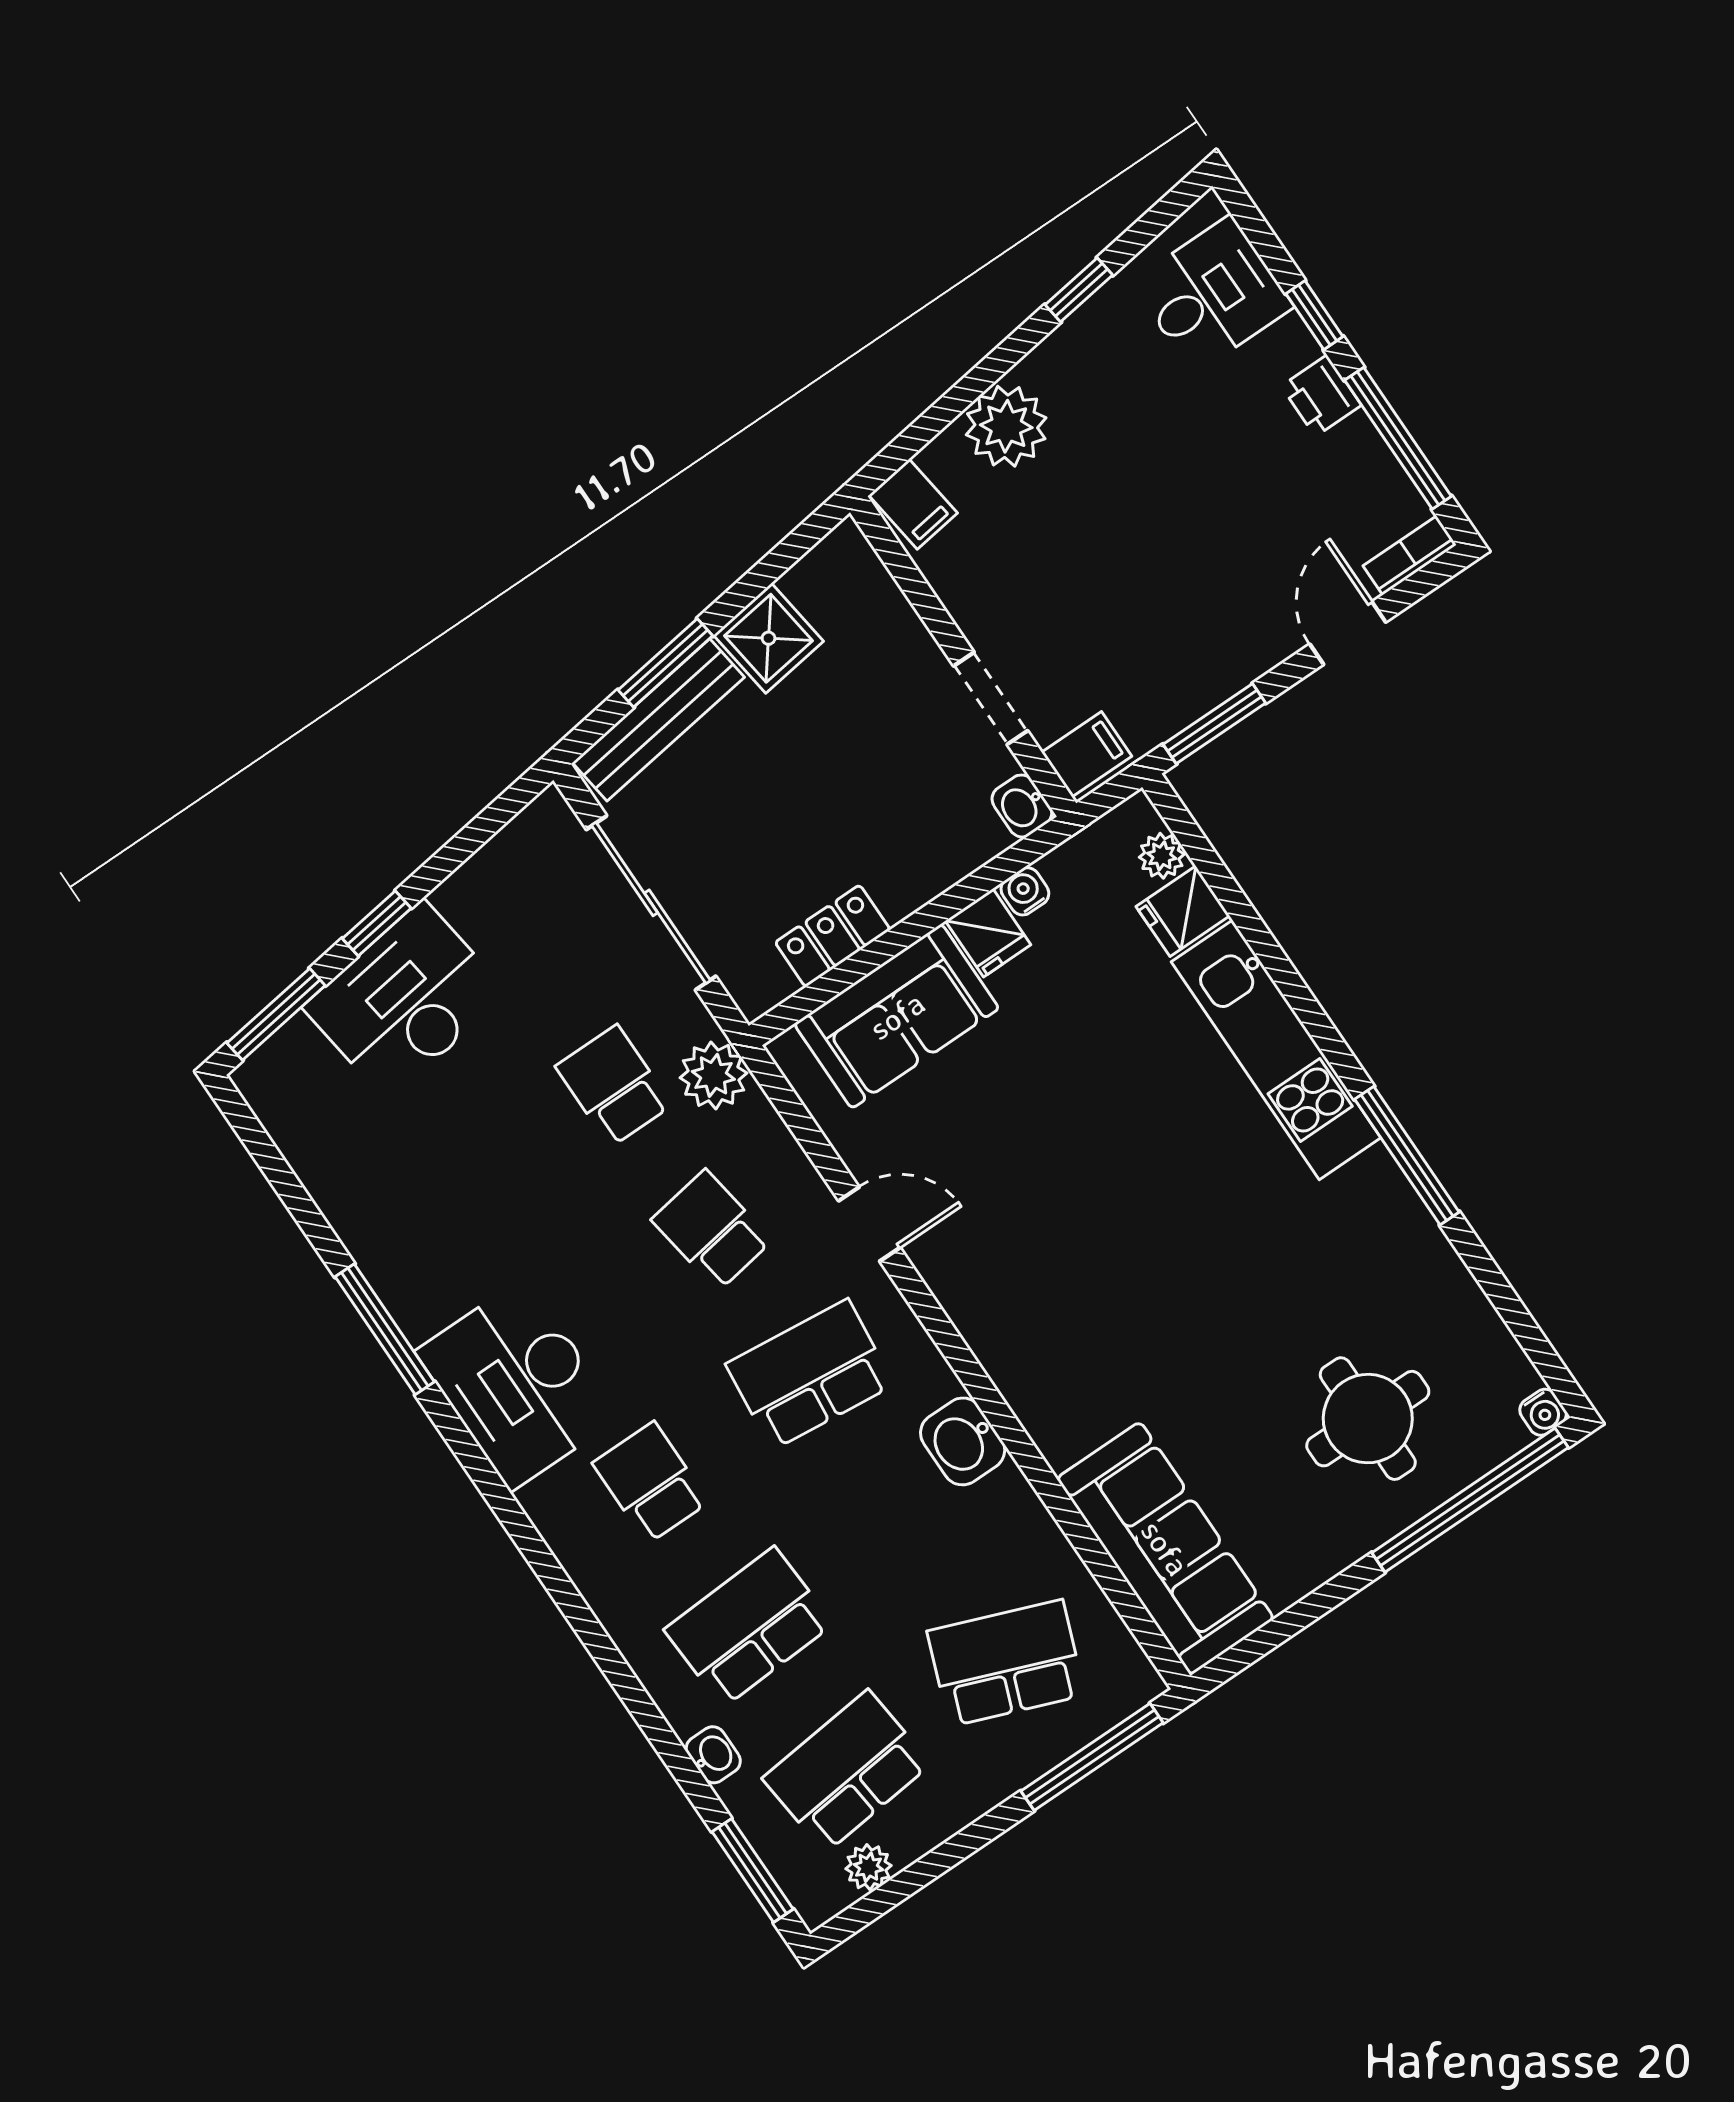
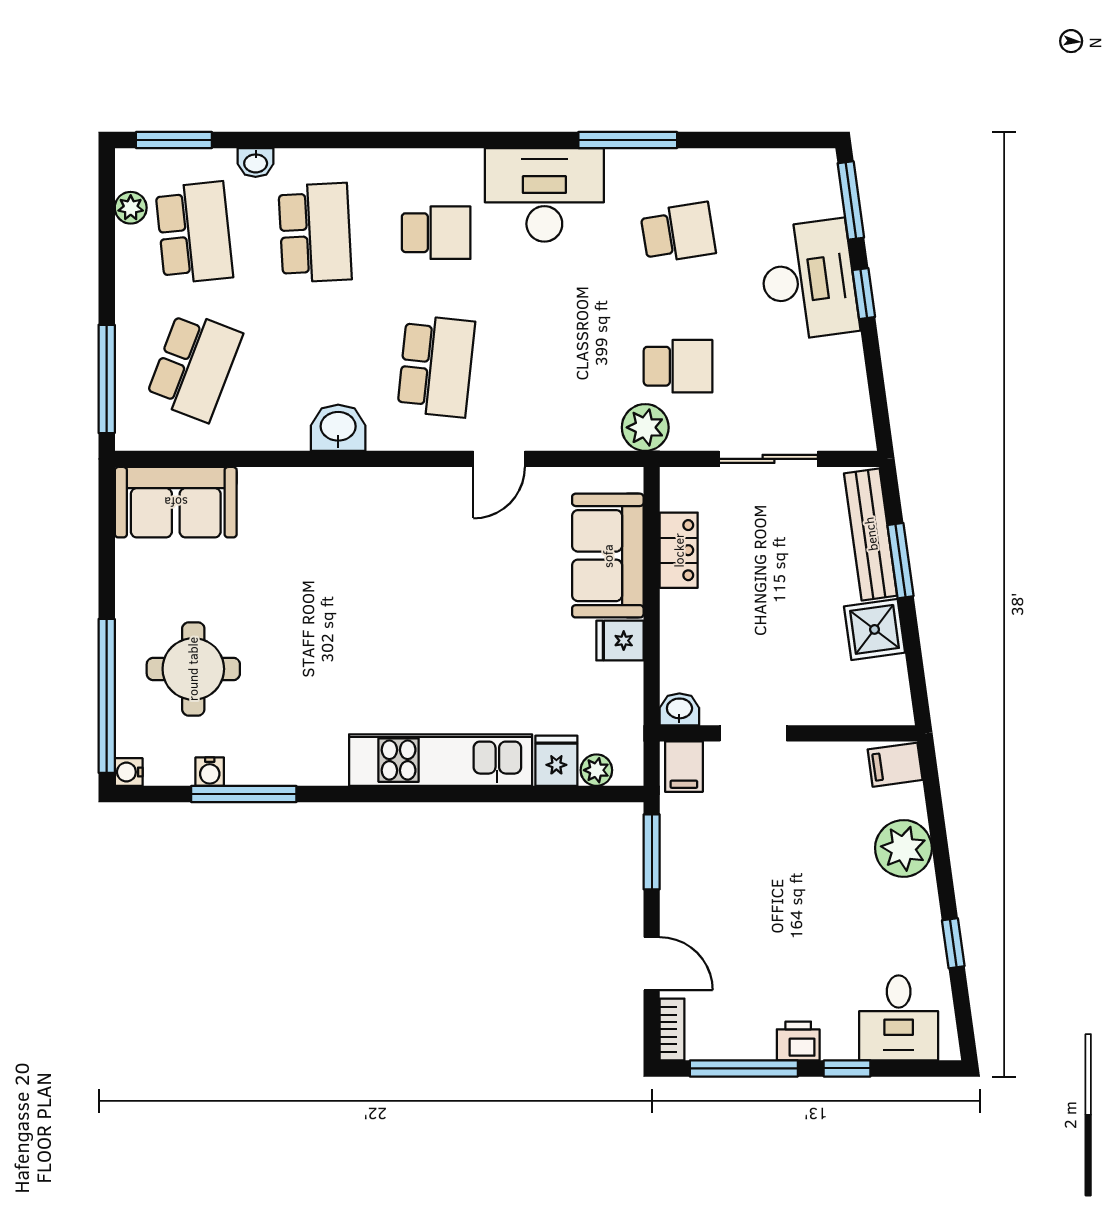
water cooler: (1025, 891) -> (210, 772), moved, turned 90
sliding door: (651, 903) -> (768, 459), width x0.73
window: (1407, 1156) -> (244, 794), moved
school desk: (712, 1230) -> (678, 233), moved
sofa: (1165, 1548) -> (176, 502), width x0.73

